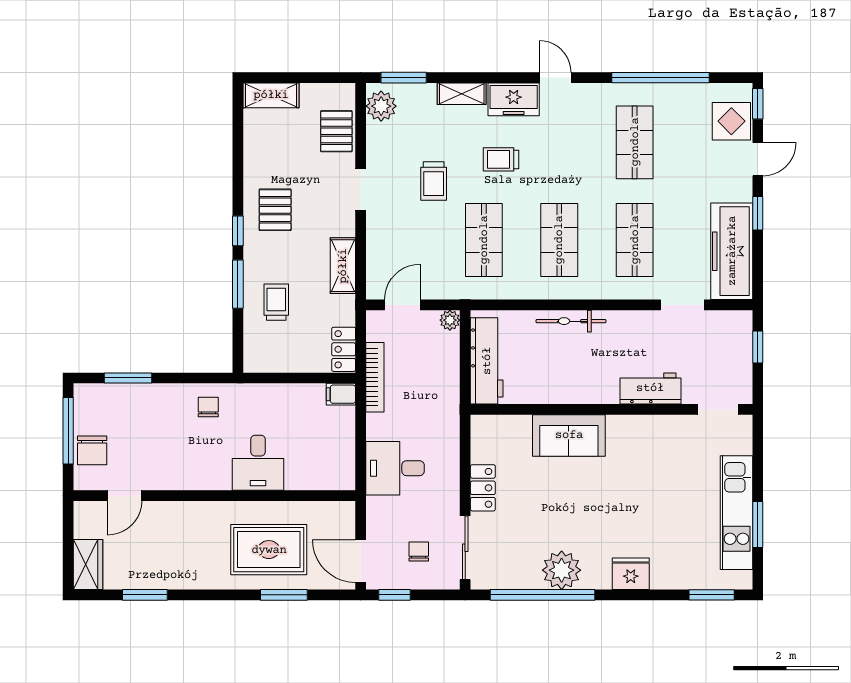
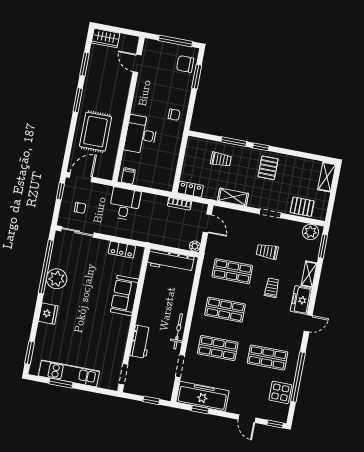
display table: (731, 121) -> (280, 392), moved
pallet: (275, 210) -> (268, 168), turned 90
window: (758, 213) -> (200, 410), moved
bicycle: (571, 321) -> (178, 331), moved
bookcase: (375, 377) -> (179, 204), width x0.64
filing cabinet: (341, 394) -> (128, 176), moved
chair: (92, 450) -> (185, 64), moved
desk: (258, 463) -> (141, 135), width x1.37
locker: (483, 488) -> (122, 250), moved
window: (284, 595) -> (78, 100), moved

